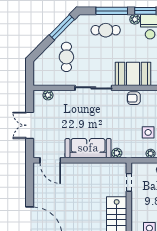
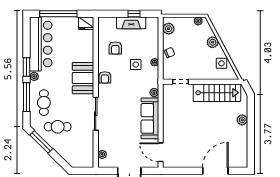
cafe table: (66, 57) -> (58, 127), moved
door: (50, 160) -> (161, 152), swing flipped

